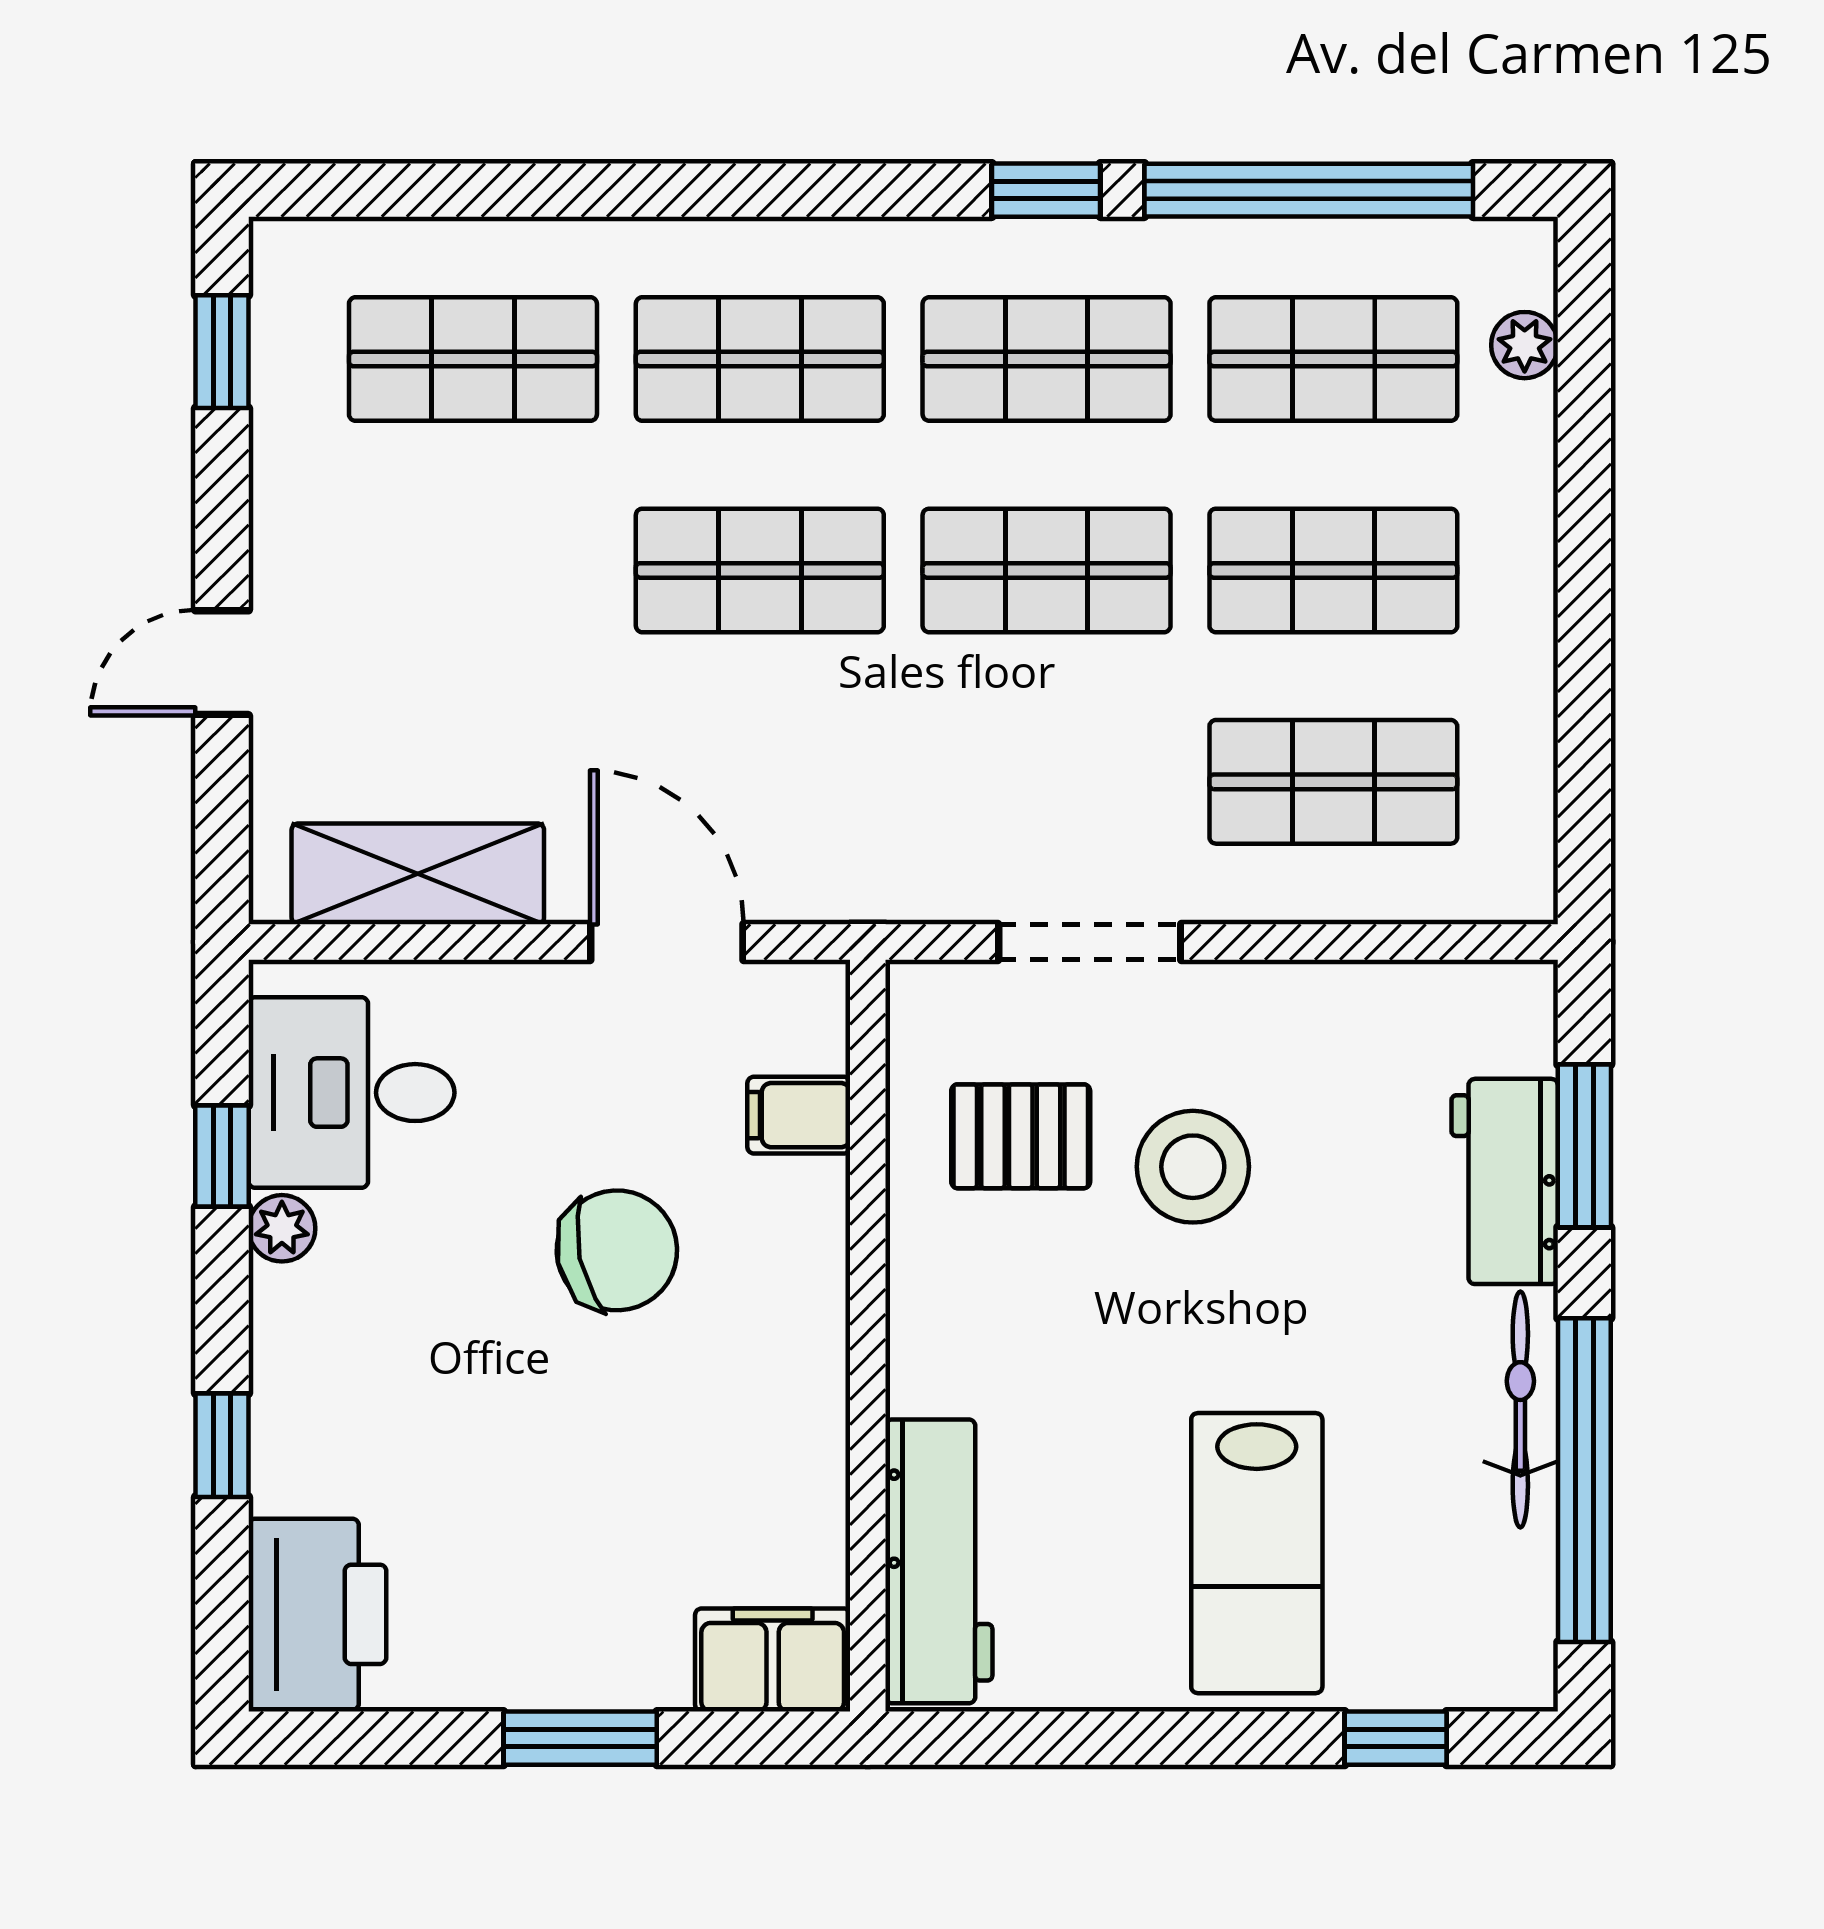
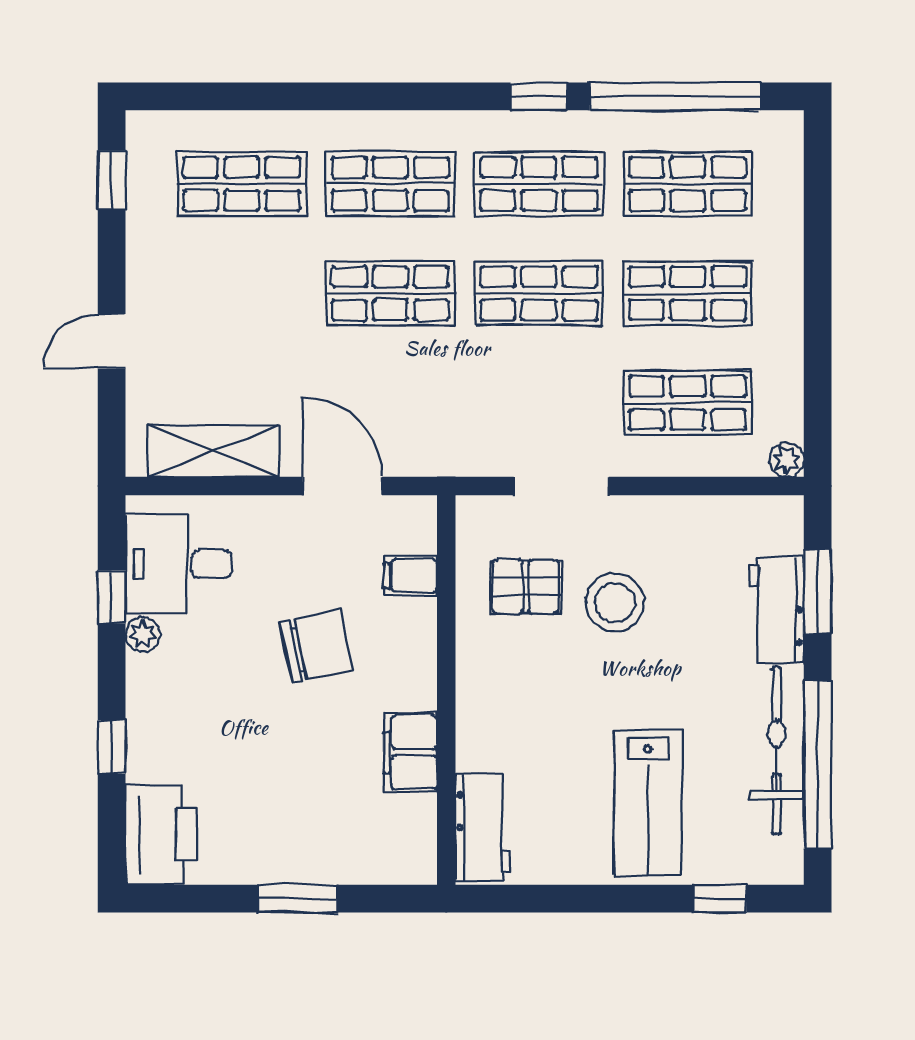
plant: (1525, 345) -> (787, 460), moved
bicycle: (1520, 1409) -> (777, 751), width x1.37, depth x1.40
workbench: (939, 1561) -> (483, 827), width x0.73
filing cabinet: (773, 1660) -> (410, 752), moved, turned -90

